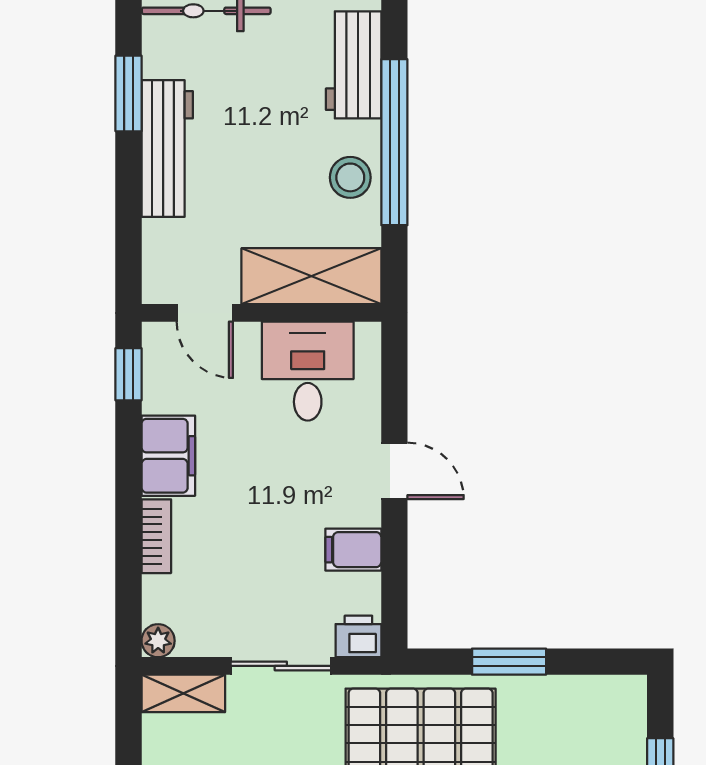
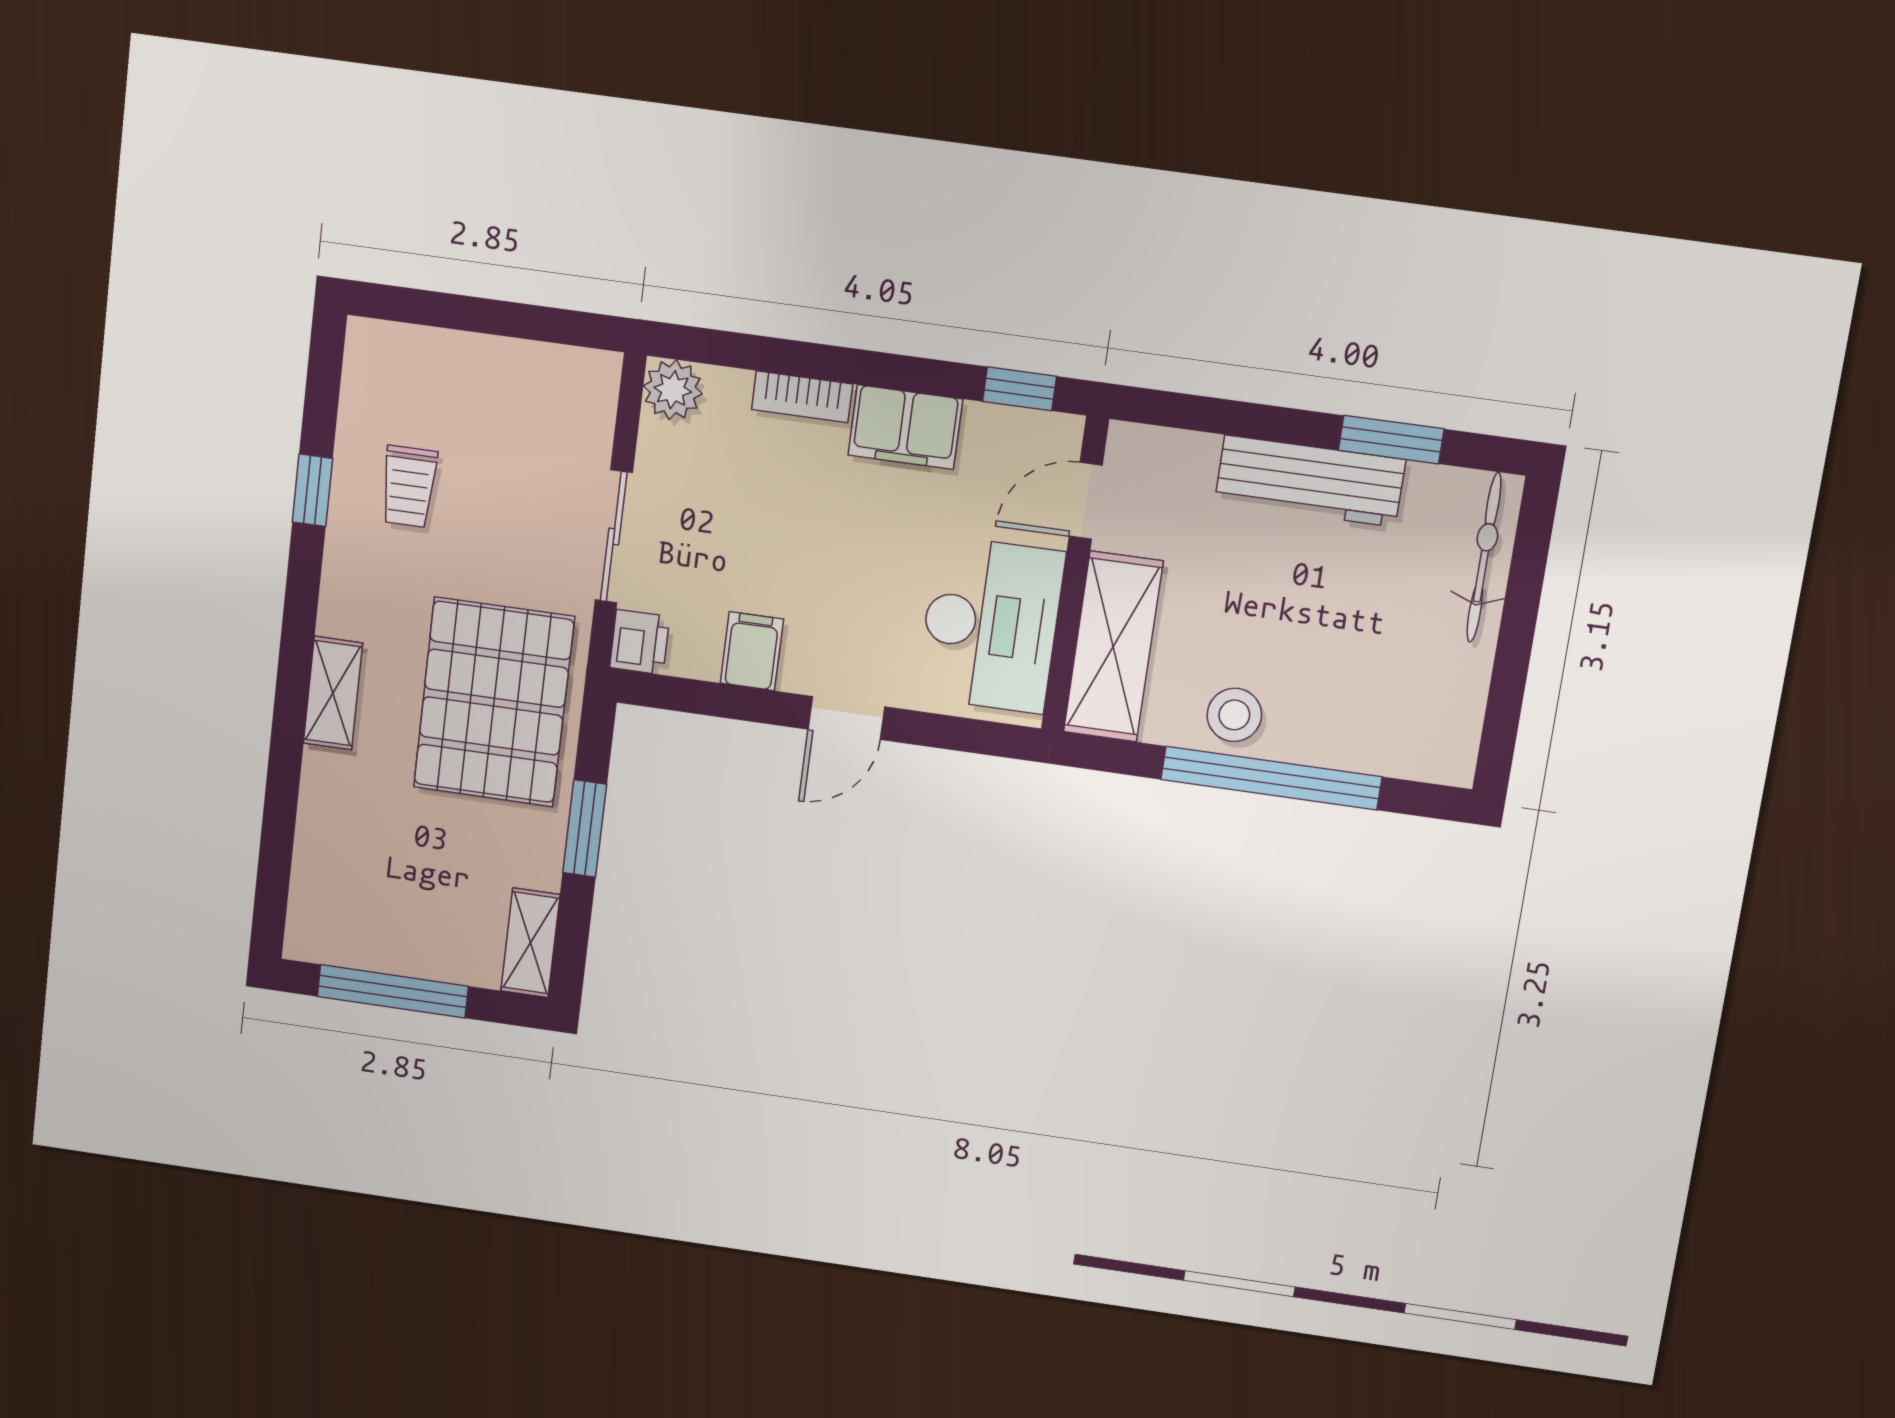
workbench: (354, 65) -> (1381, 740), removed
desk: (308, 371) -> (991, 625), width x1.37
plant: (158, 641) -> (673, 390), width x1.38, depth x1.38
shelving: (183, 693) -> (530, 943), moved

